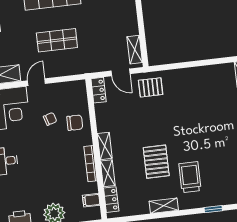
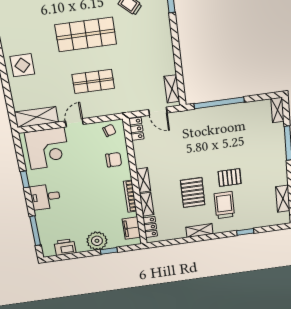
window: (182, 65) -> (219, 103), added
pallet: (151, 87) -> (230, 178), moved
chair: (50, 119) -> (109, 130), moved
filing cabinet: (91, 200) -> (131, 228), width x2.00

